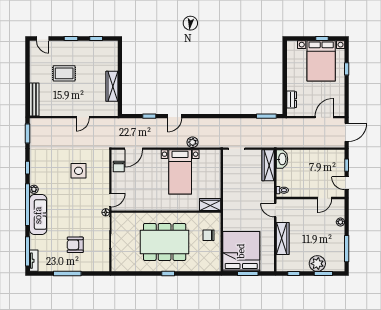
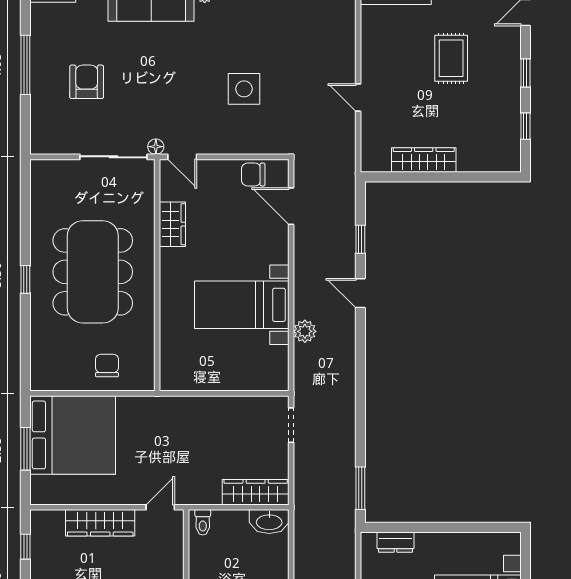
wardrobe: (210, 205) -> (172, 224), moved

